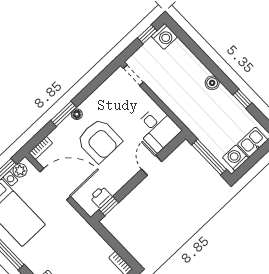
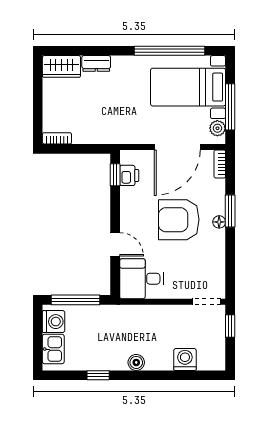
window: (147, 34) -> (230, 326), moved
washing machine: (164, 36) -> (185, 359), moved, turned 90

